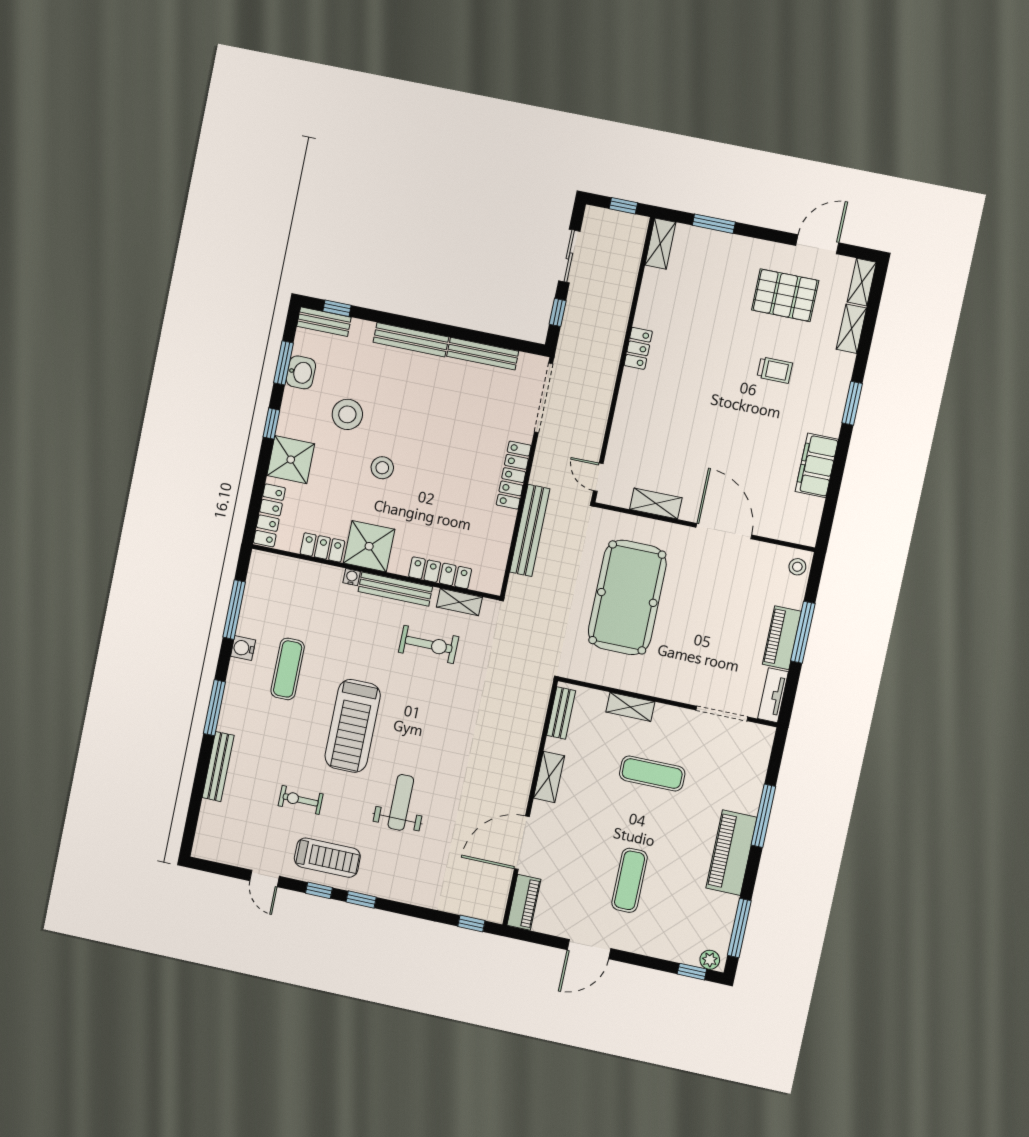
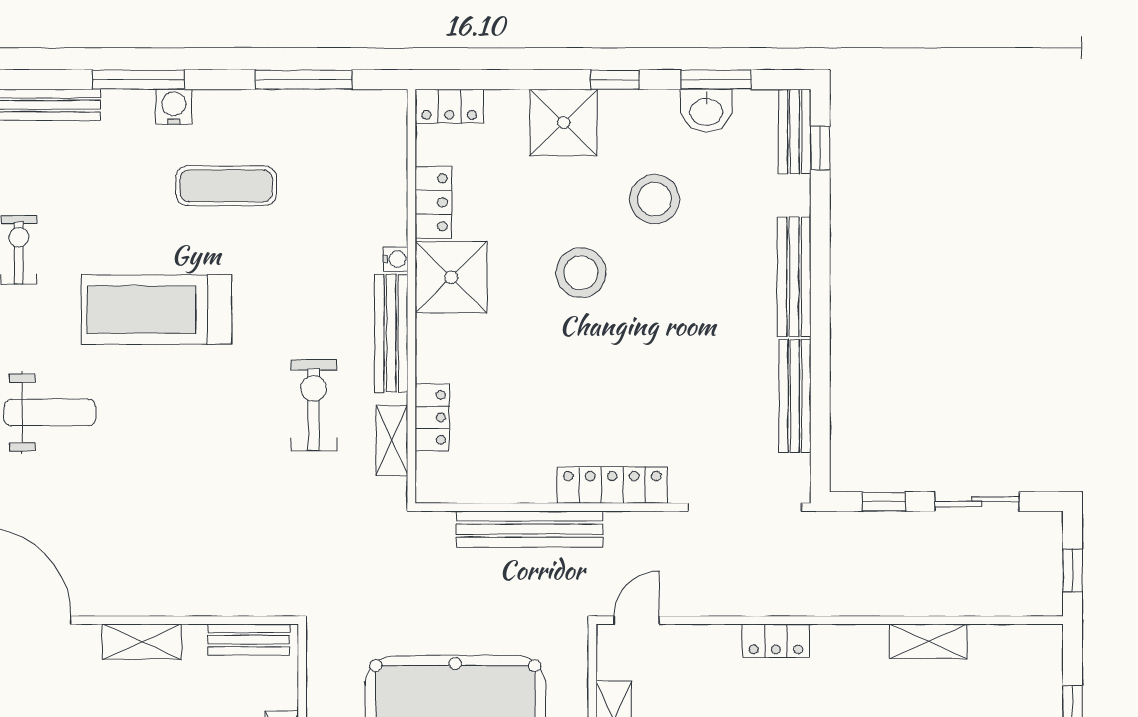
shelving: (660, 244) -> (928, 641), moved
locker: (638, 348) -> (776, 641), moved
stool: (382, 468) -> (581, 273), width x1.38, depth x1.38
locker: (269, 515) -> (449, 106), width x0.66
locker: (440, 573) -> (432, 417), width x0.66
exercise bike: (429, 644) -> (314, 405), turned 180
water cooler: (243, 648) -> (174, 107), moved

